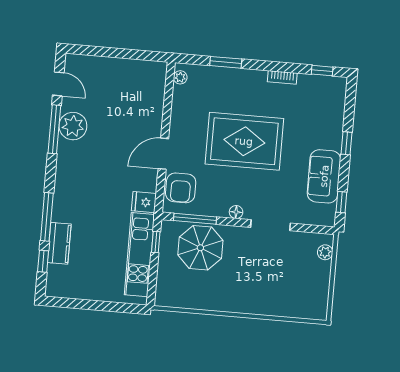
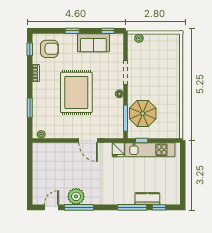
armchair: (181, 188) -> (49, 49), moved

